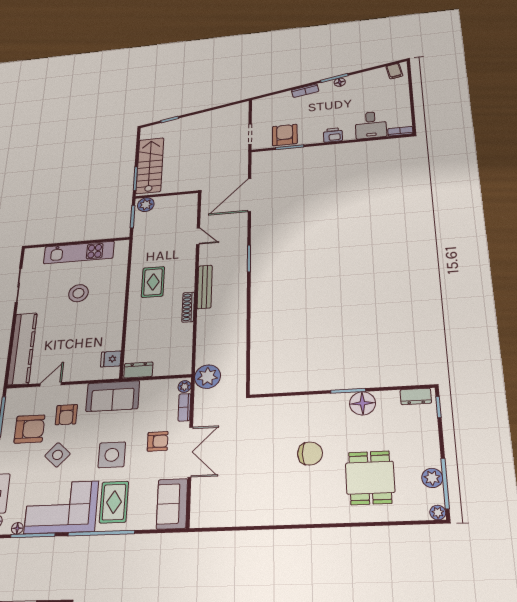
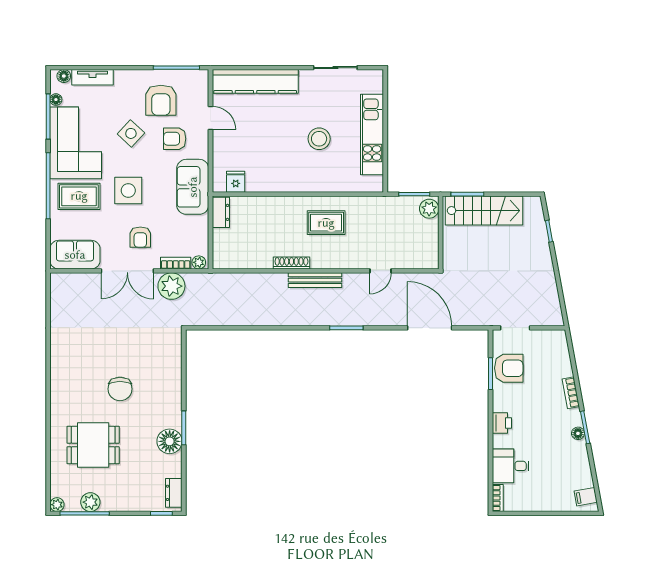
plant: (208, 377) -> (171, 286), moved

